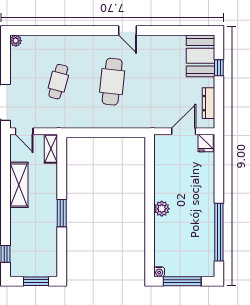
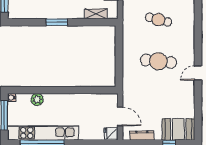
shelving: (51, 149) -> (96, 14), moved
plant: (162, 209) -> (37, 99), moved
kitchen unit: (205, 231) -> (43, 133), added

